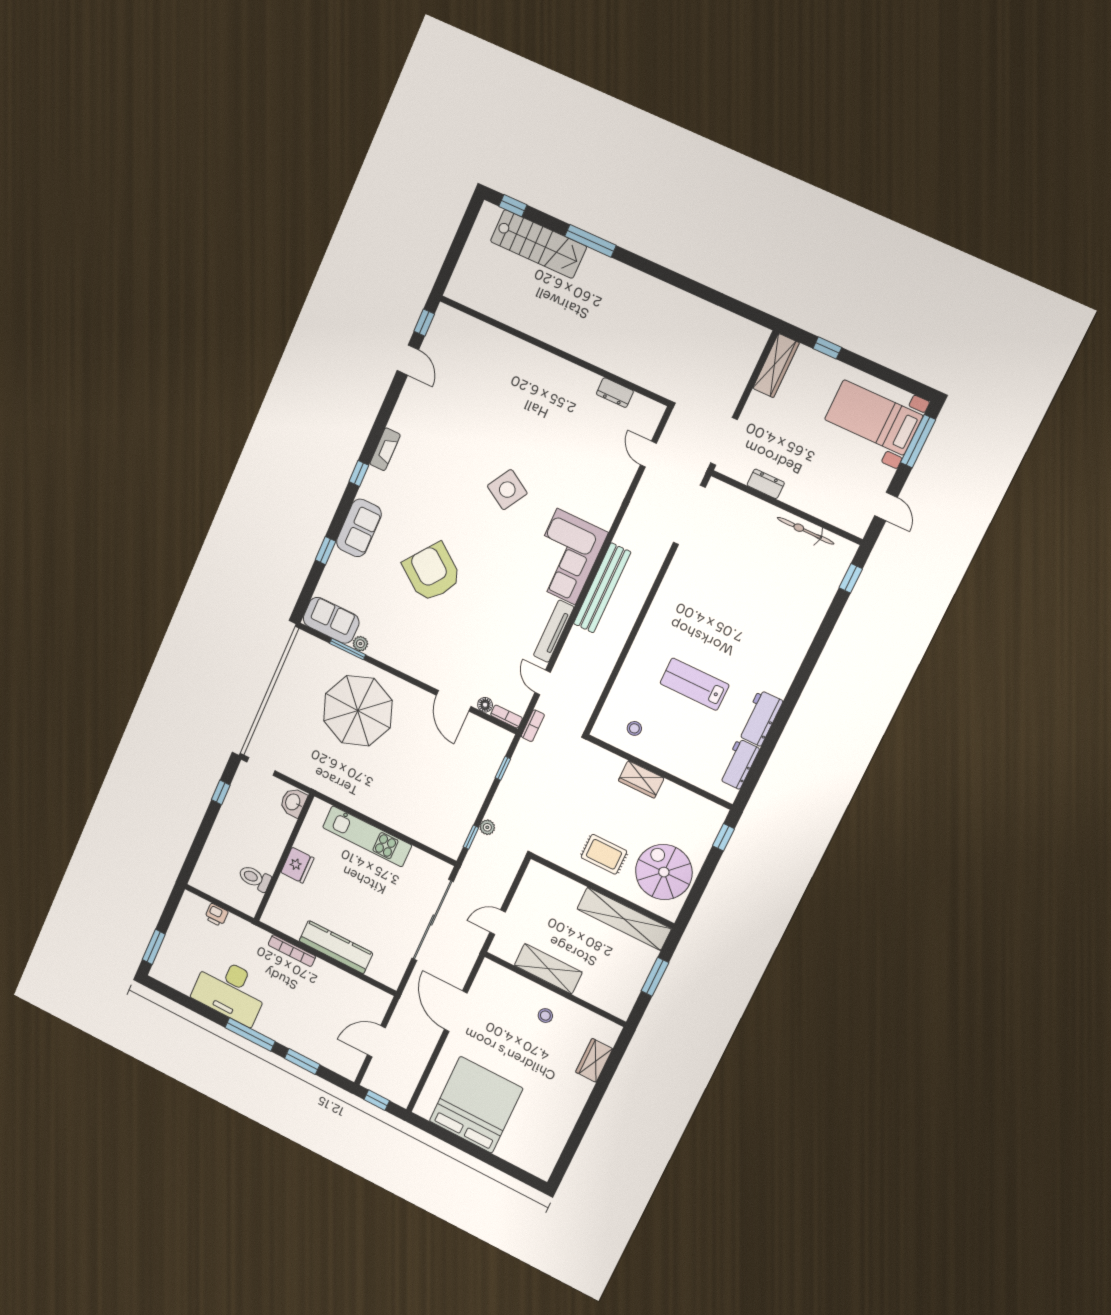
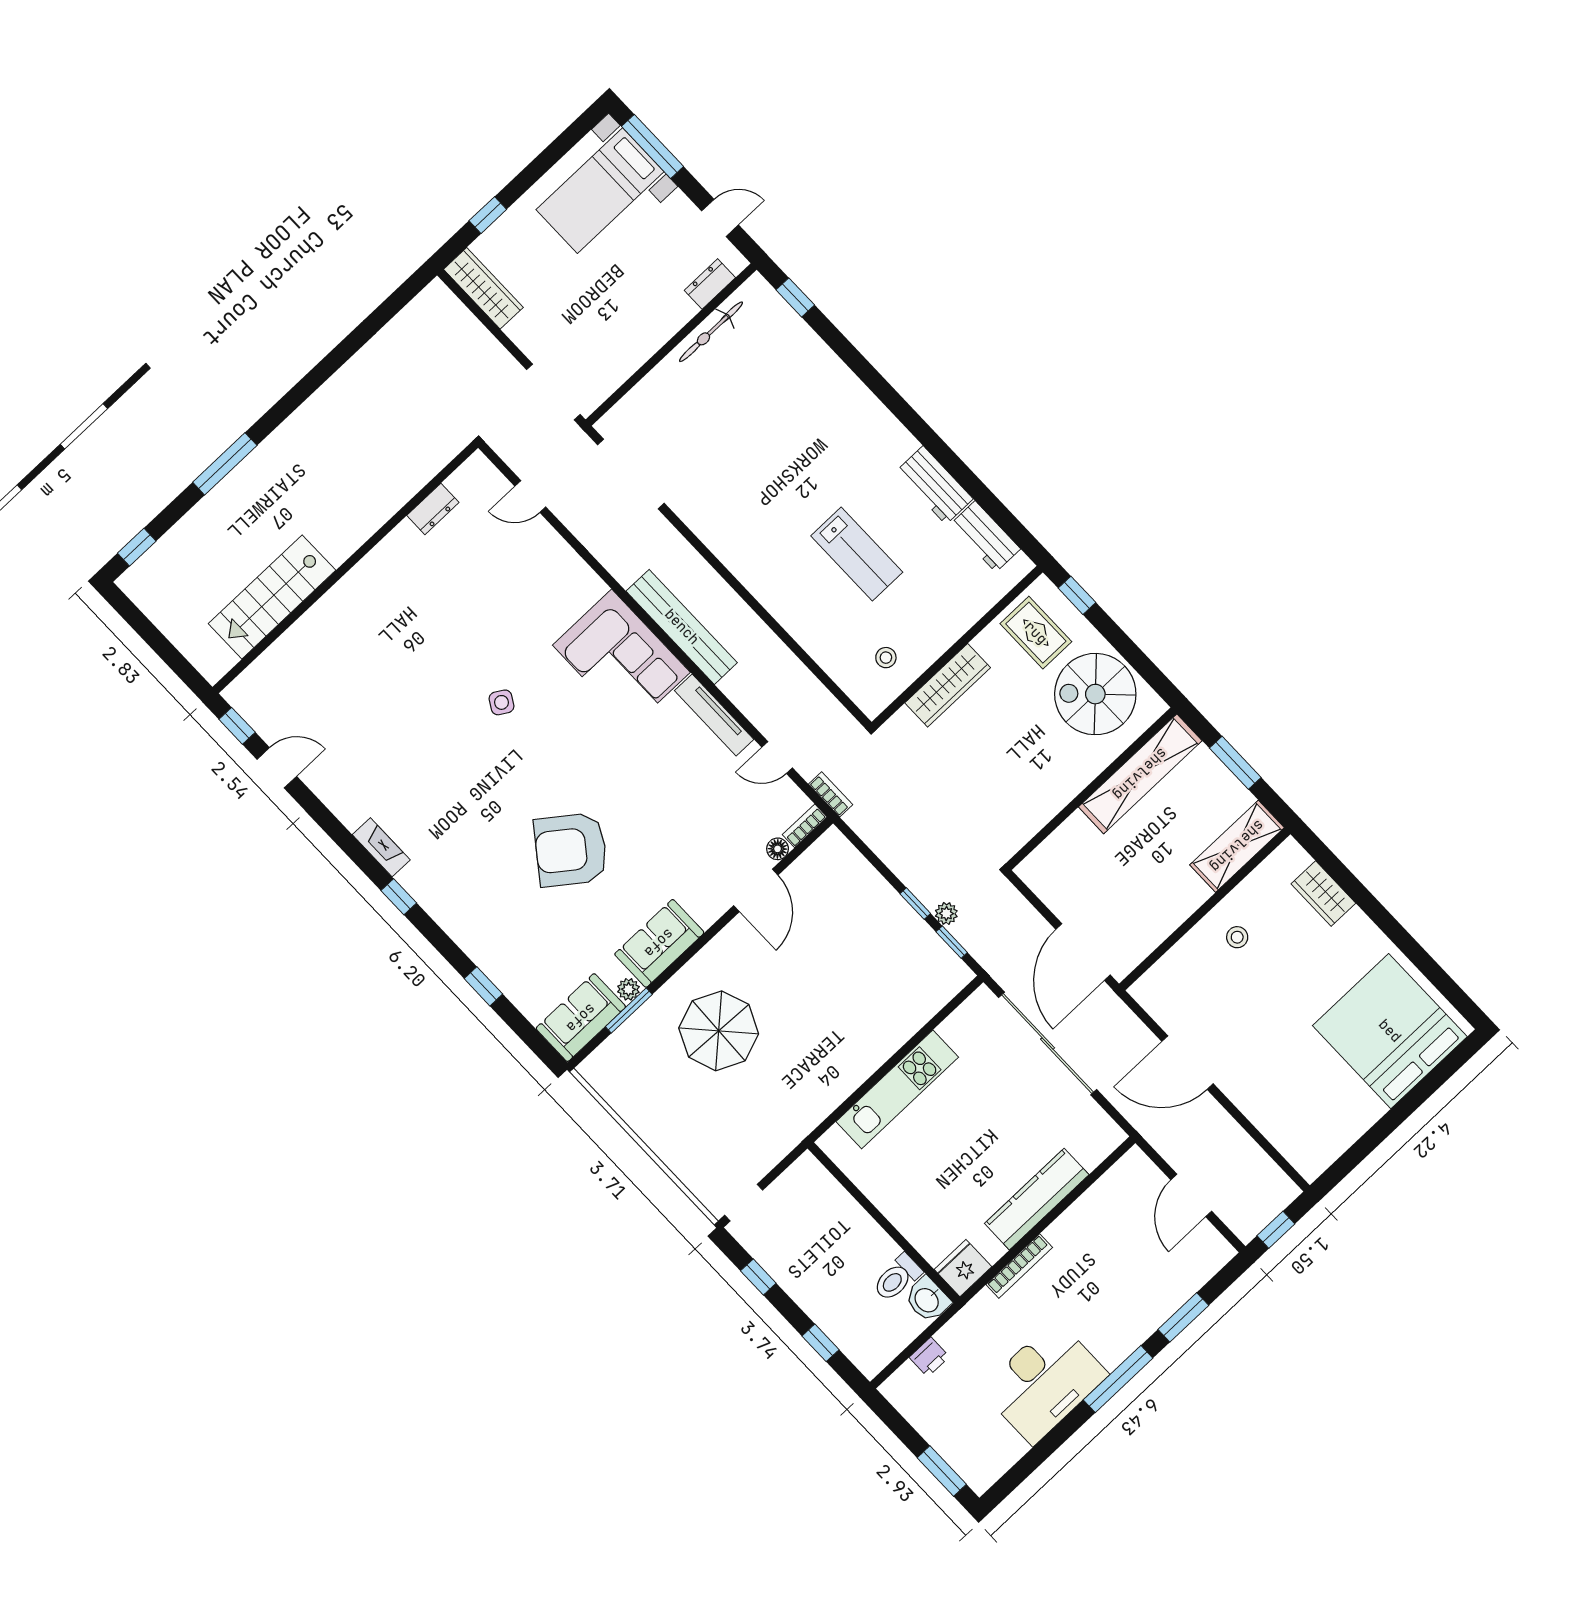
stairs: (538, 244) -> (272, 597), moved, turned 180
dresser: (766, 484) -> (710, 284), moved
side table: (507, 490) -> (502, 702), width x0.54, depth x0.54
sofa: (359, 528) -> (659, 943), moved, turned -90
lab bench: (695, 684) -> (857, 554), turned -90
door: (454, 701) -> (756, 890), hinge flipped
parasol: (358, 711) -> (719, 1031), width x0.73, depth x0.73
window: (503, 768) -> (915, 904), moved
wardrobe: (641, 779) -> (948, 685), width x1.50
washbasin: (293, 802) -> (927, 1300), moved
window: (198, 845) -> (821, 1343), added
rug: (604, 854) -> (1036, 633), moved, turned 90
fridge: (297, 865) -> (963, 1268), moved, turned -90
door: (498, 922) -> (1083, 952), width x1.87
shelving: (548, 969) -> (1237, 846), moved
bed: (476, 1105) -> (1390, 1031), moved

